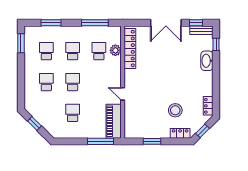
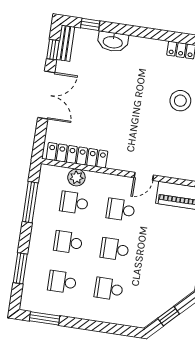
school desk: (73, 113) -> (121, 210), moved

